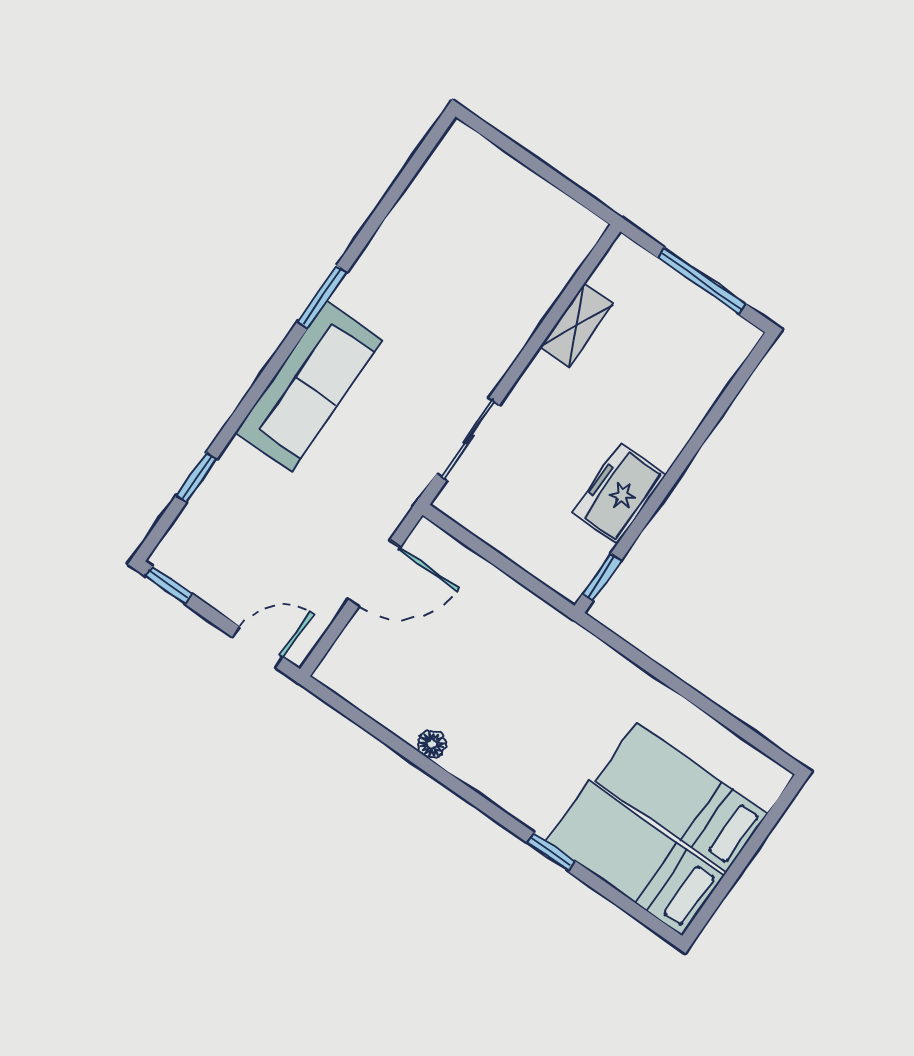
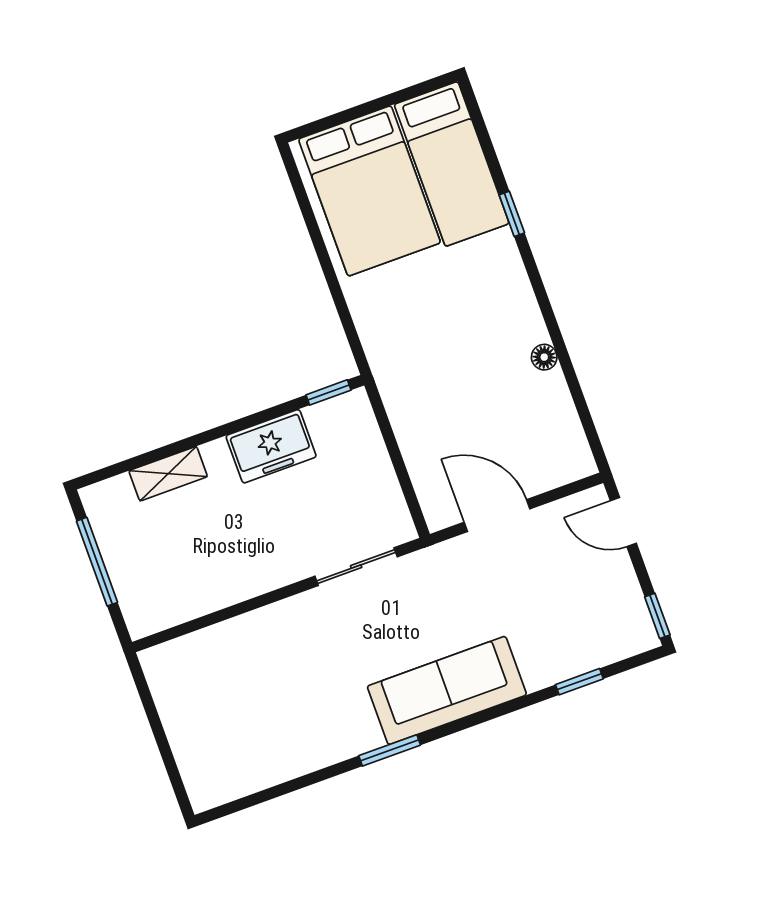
shelving: (577, 325) -> (168, 474), moved
bed: (682, 797) -> (370, 191), width x1.50

